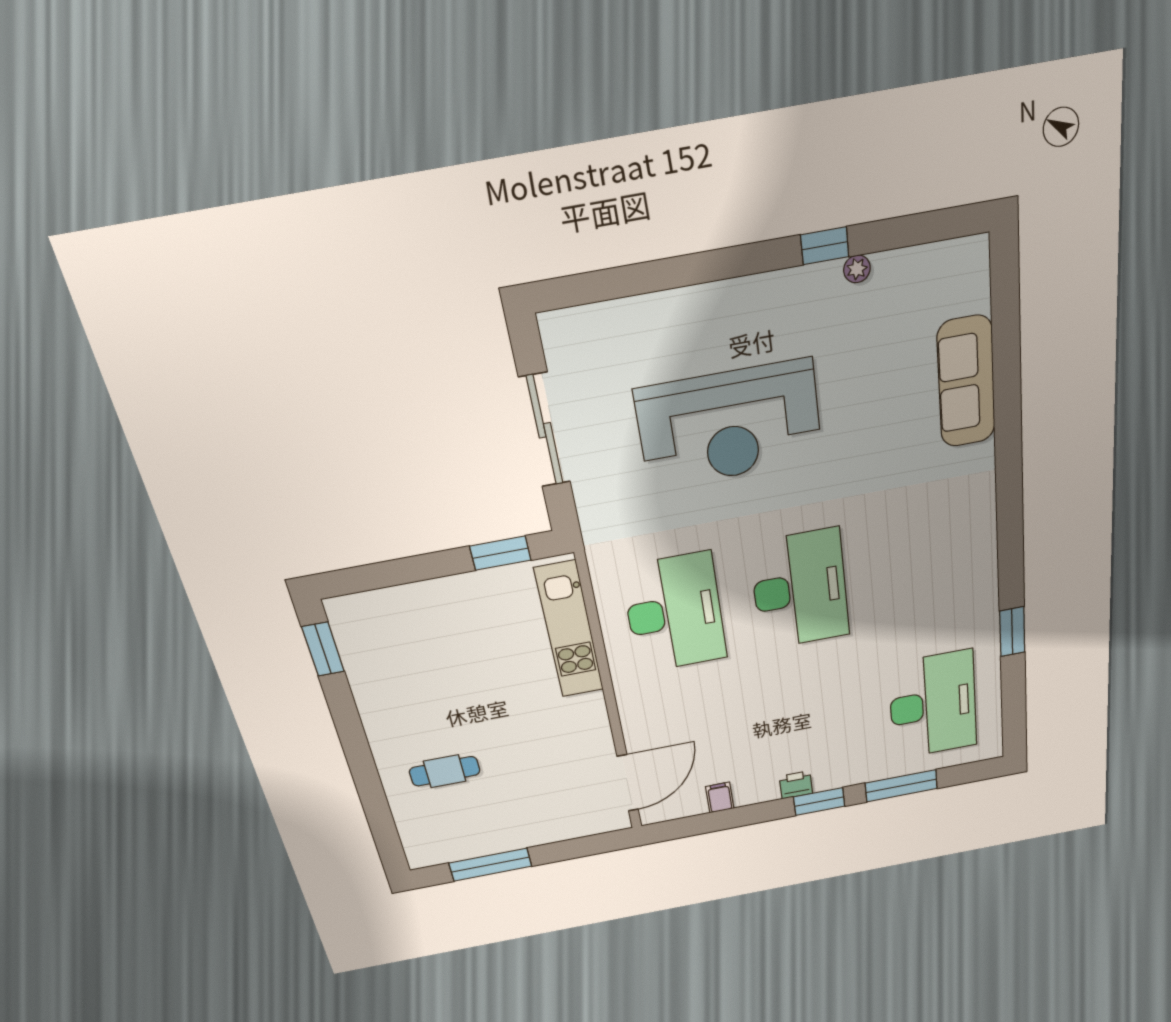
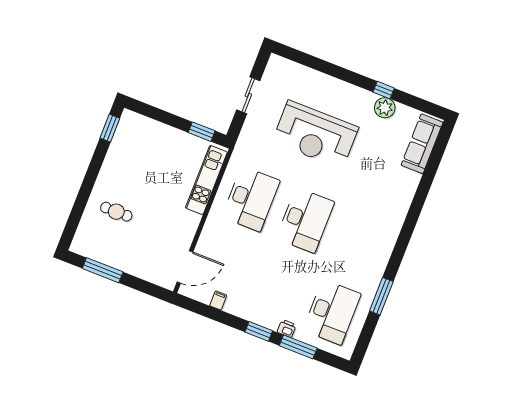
plant: (857, 269) -> (385, 108), width x1.88, depth x1.88
sofa: (966, 382) -> (422, 144), moved
sliding door: (545, 430) -> (248, 95), width x0.73
window: (1012, 632) -> (381, 296), width x1.44
printer: (796, 785) -> (287, 328), moved

